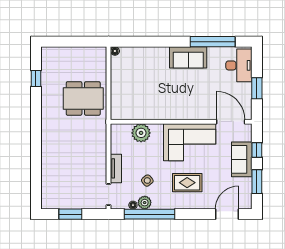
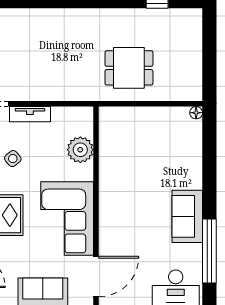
dining table: (83, 98) -> (129, 68), width x0.73

